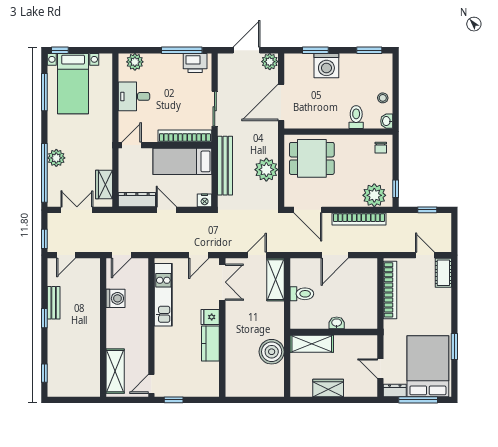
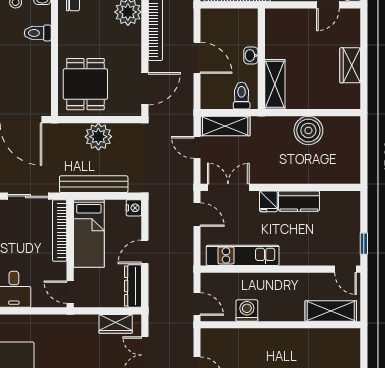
washbasin: (337, 323) -> (251, 55), moved
wall: (334, 332) -> (261, 59), moved
shelving: (312, 344) -> (275, 84), moved

